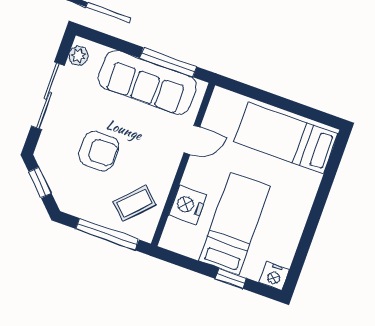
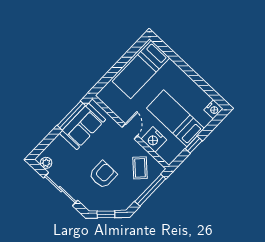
sofa: (147, 83) -> (83, 126), width x0.73
door: (192, 140) -> (130, 131), moved
window: (231, 278) -> (194, 145), moved

